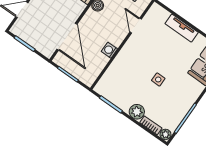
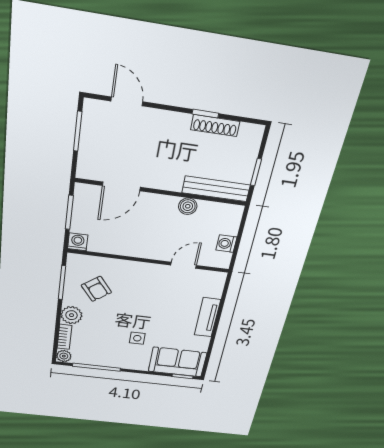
door: (67, 37) -> (121, 186), width x0.73
washing machine: (109, 50) -> (78, 242), moved
side table: (158, 79) -> (137, 338), moved
armchair: (126, 86) -> (96, 289), added

